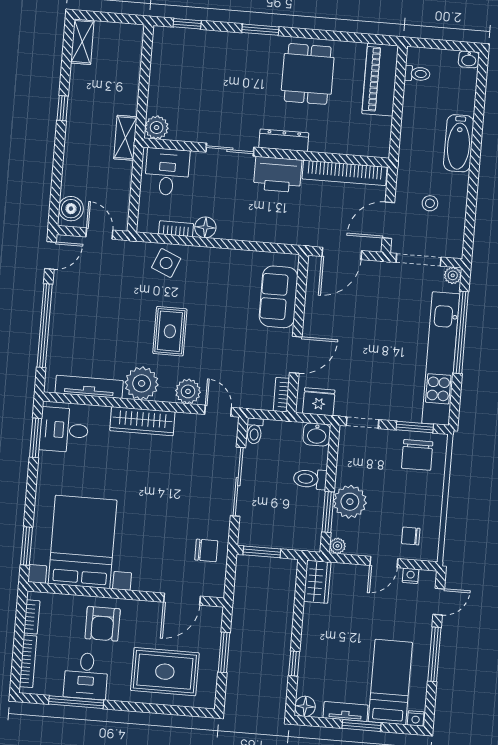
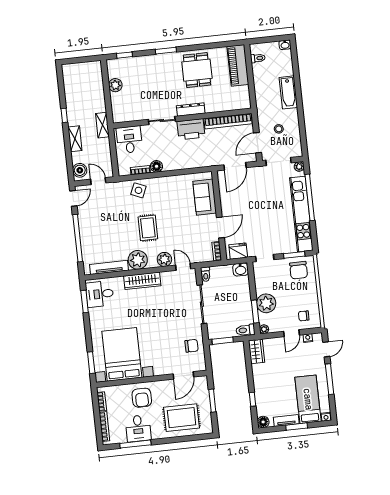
shelving: (82, 42) -> (75, 139), moved
plant: (157, 128) -> (115, 85), moved
toilet: (310, 479) -> (245, 330), moved

